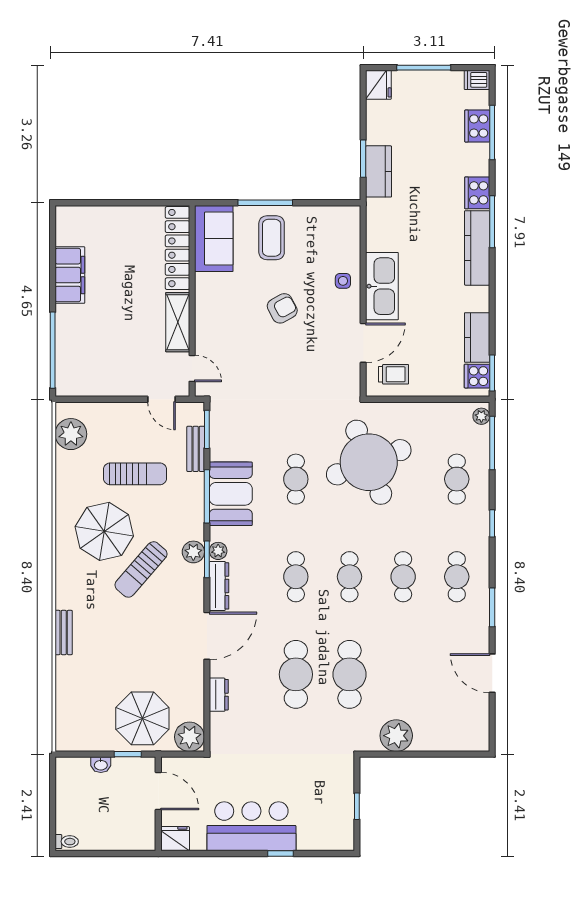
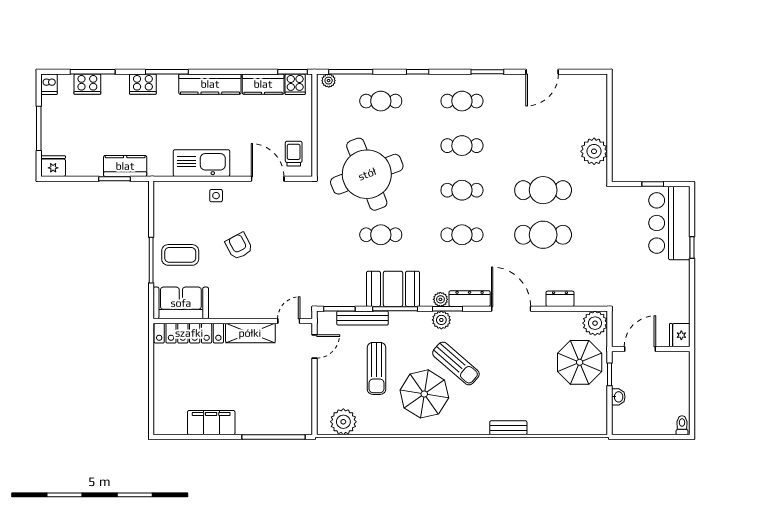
kitchen counter: (477, 248) -> (210, 84), moved
kitchen sink: (382, 286) -> (202, 163), moved
bench: (196, 449) -> (363, 318), width x1.36
sun lounger: (135, 474) -> (376, 368), turned 180
bar counter: (251, 826) -> (669, 223), moved

